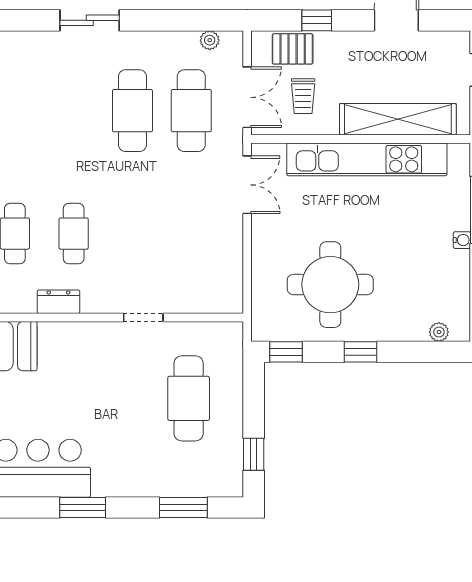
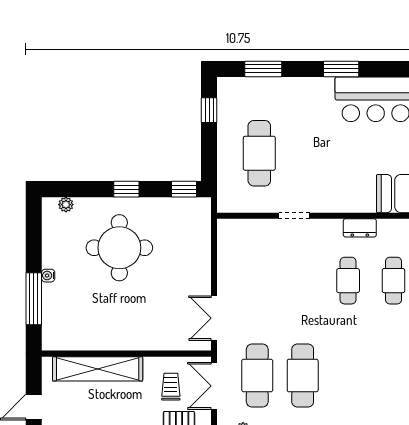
kitchen unit: (367, 159) -> (122, 338), removed
round table: (330, 285) -> (119, 248), moved

